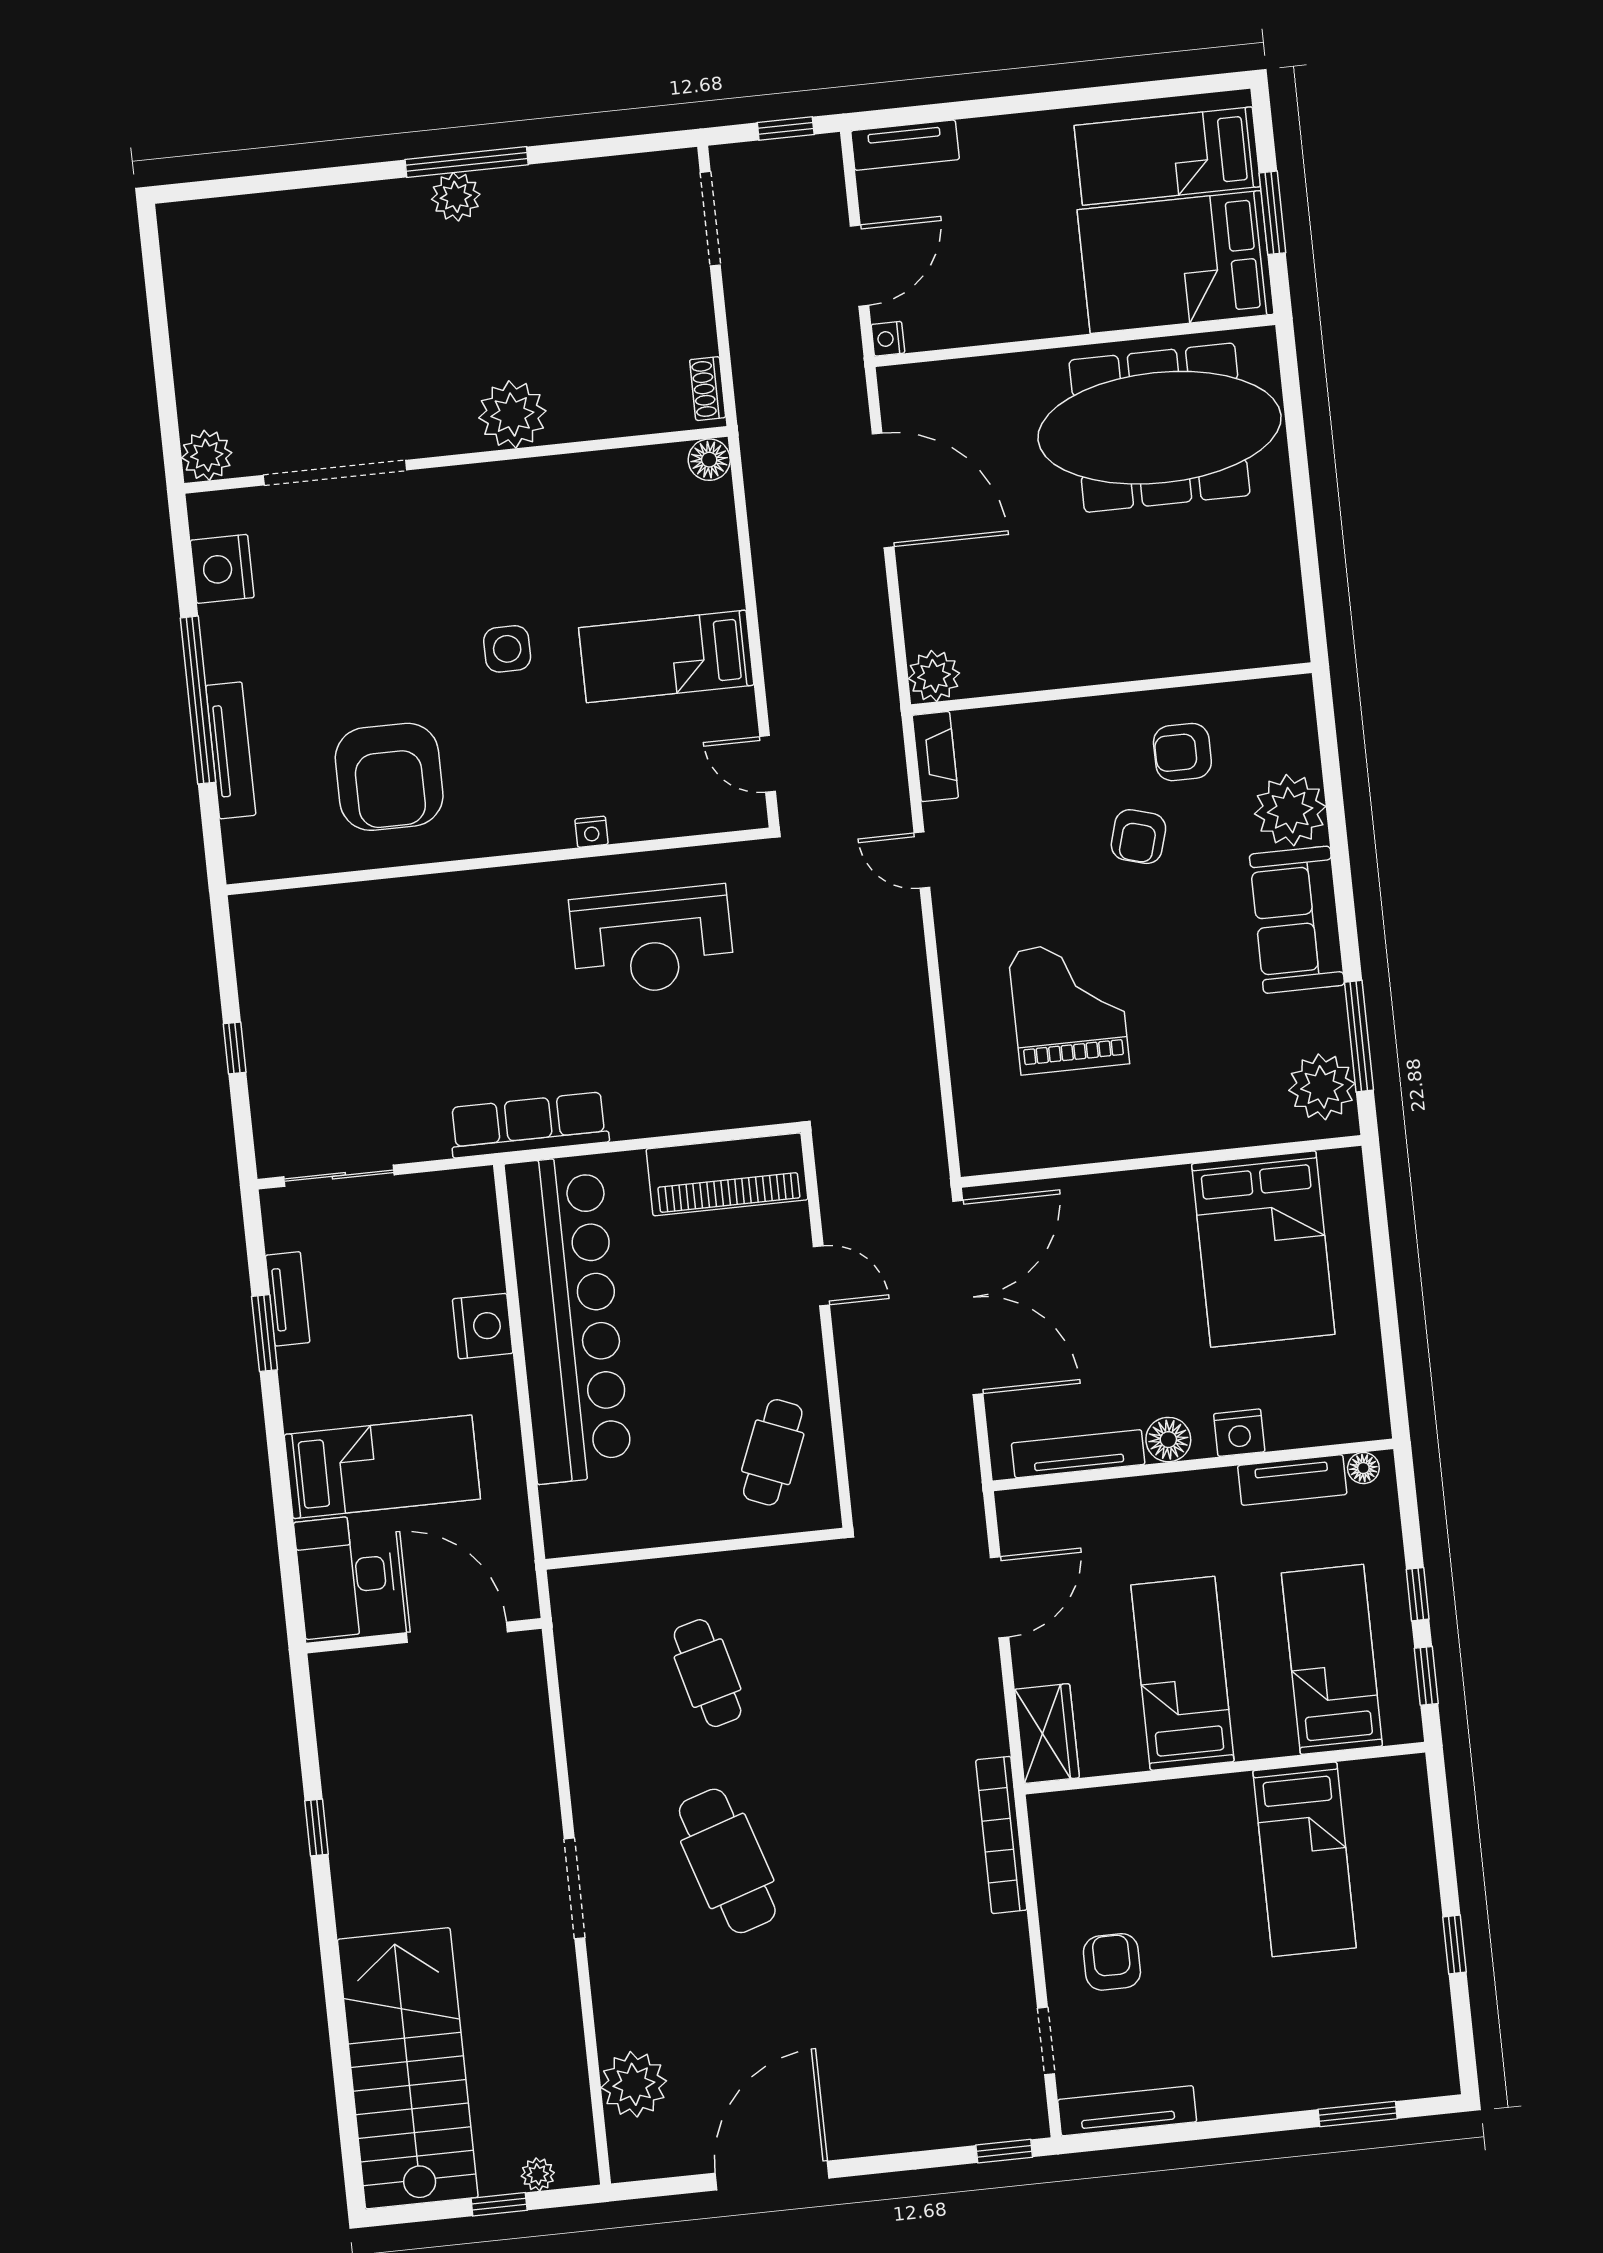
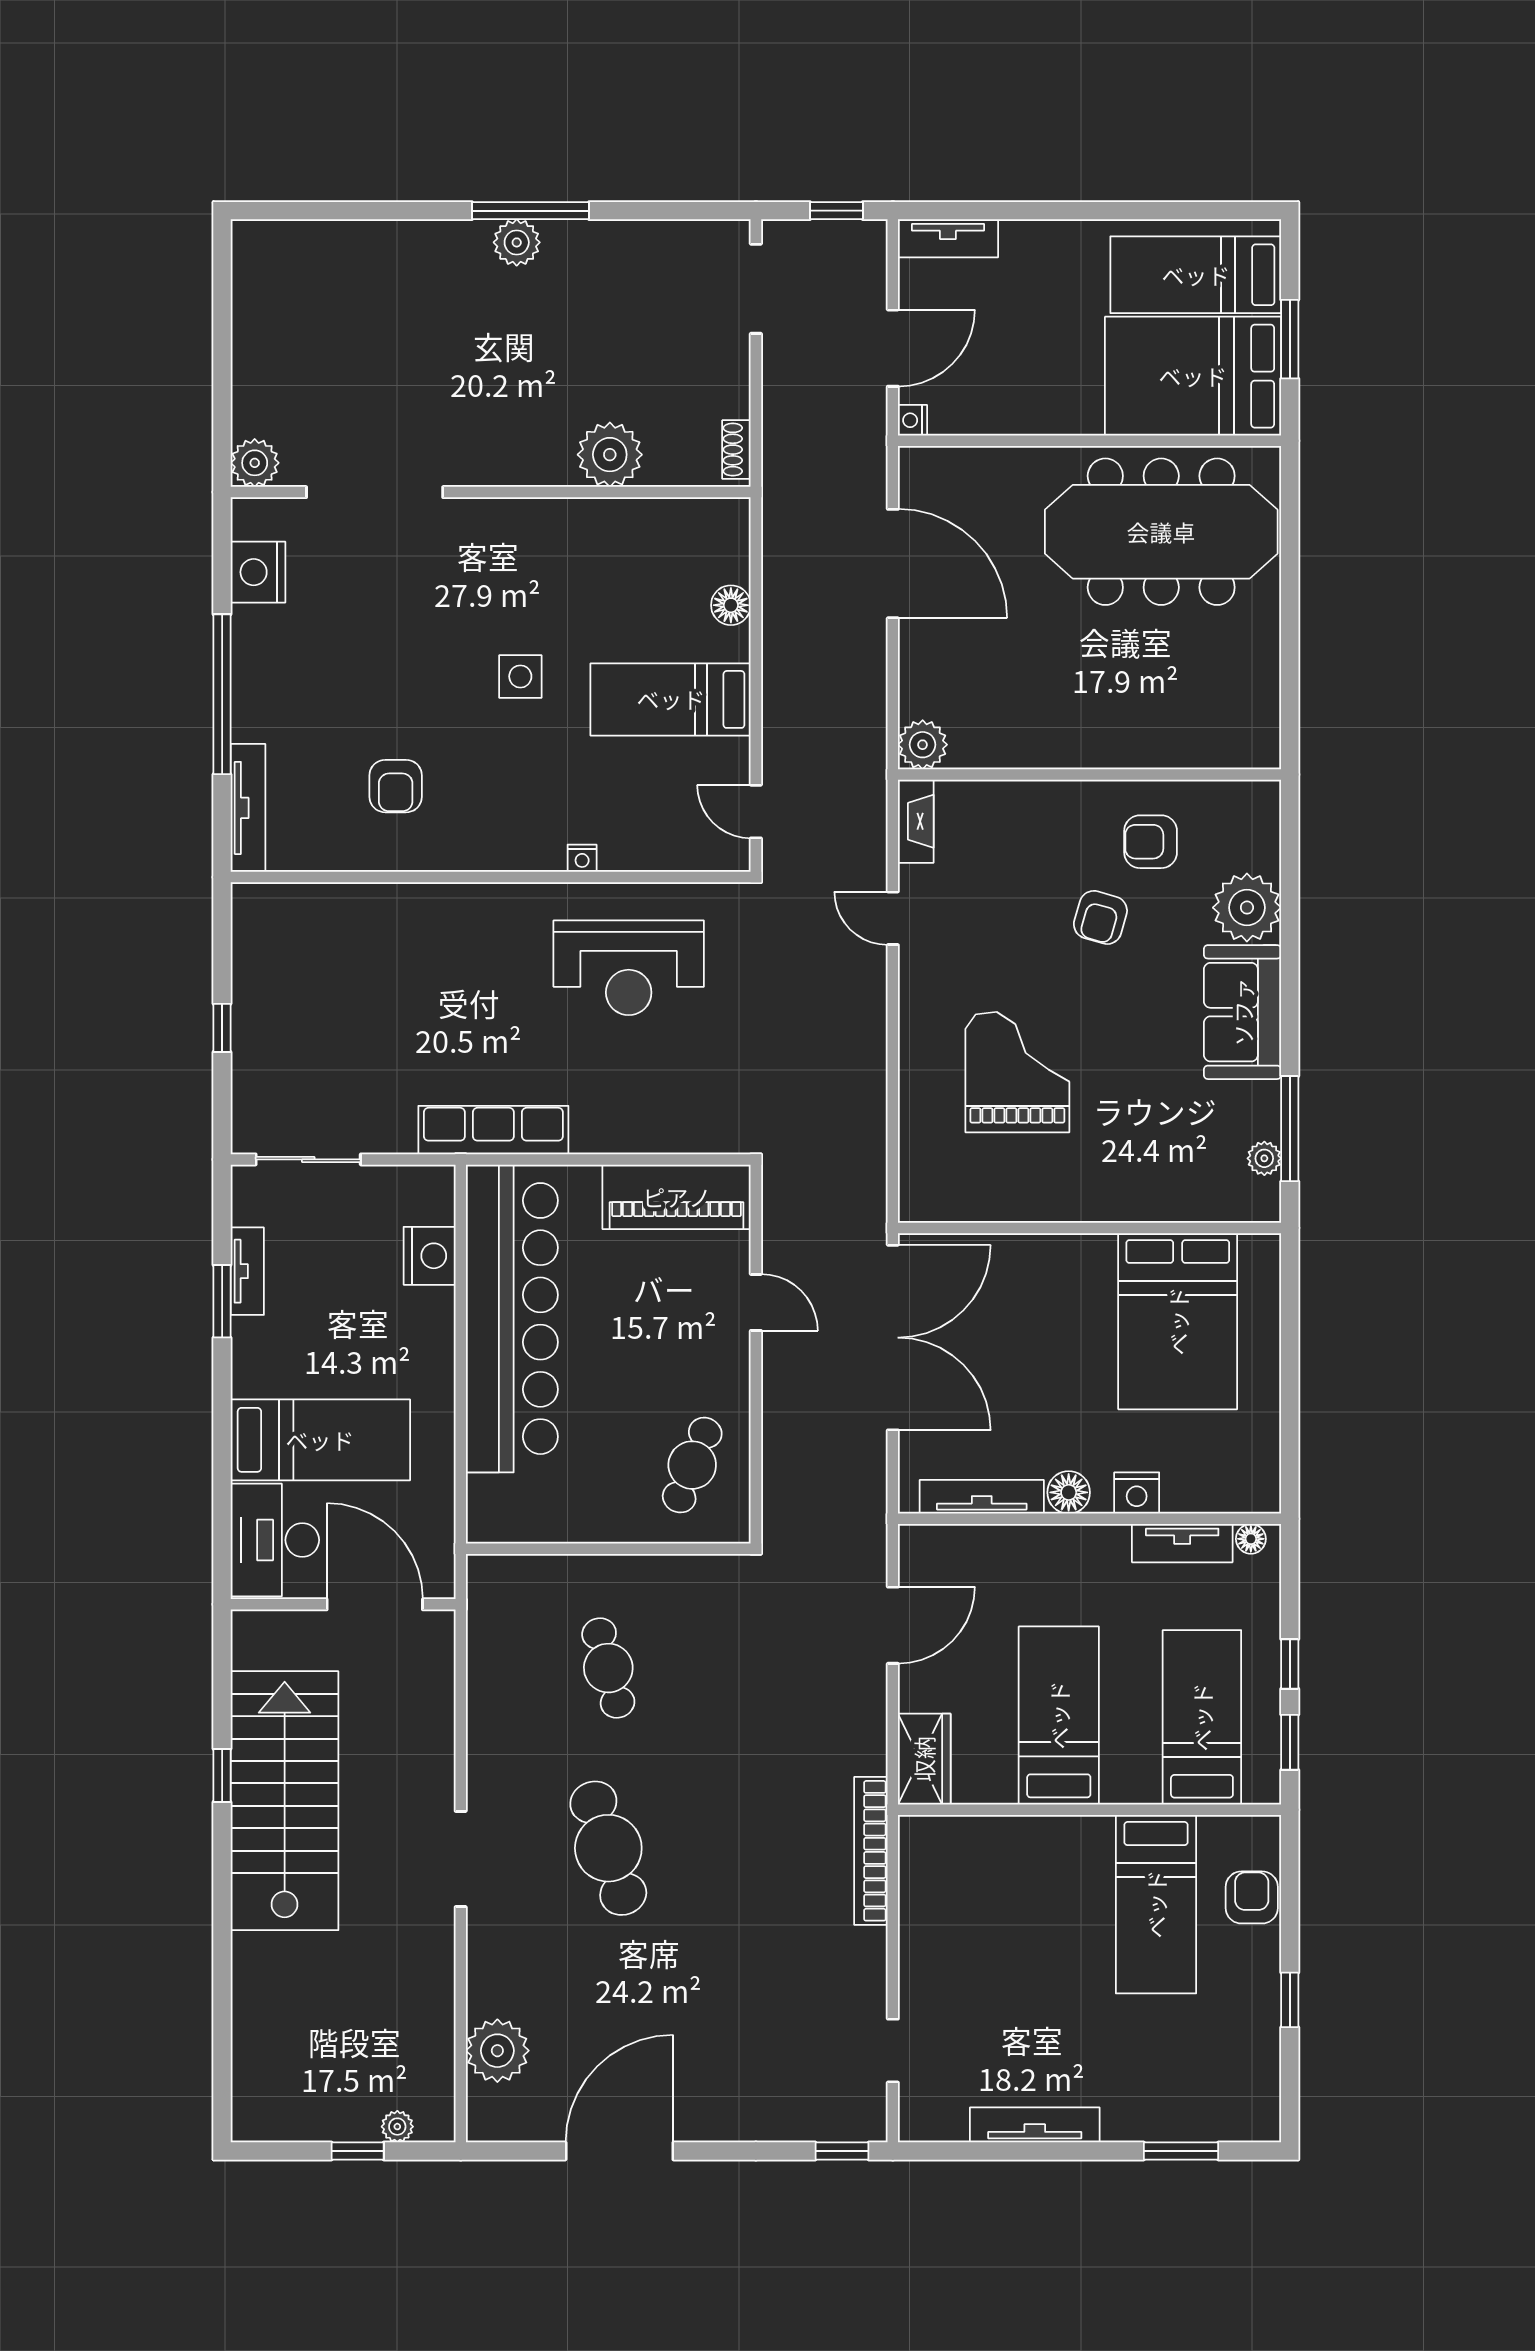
plant: (512, 414) -> (610, 455), moved
floor lamp: (709, 460) -> (731, 605), moved
tv unit: (231, 750) -> (248, 808), moved
armchair: (389, 777) -> (396, 786), width x0.53, depth x0.53
plant: (1322, 1087) -> (1264, 1158), width x0.53, depth x0.53
nightstand: (483, 1326) -> (430, 1256), moved
armchair: (1112, 1962) -> (1252, 1897), moved
stairs: (408, 2068) -> (285, 1801), moved
tv unit: (1127, 2111) -> (1035, 2125), moved

